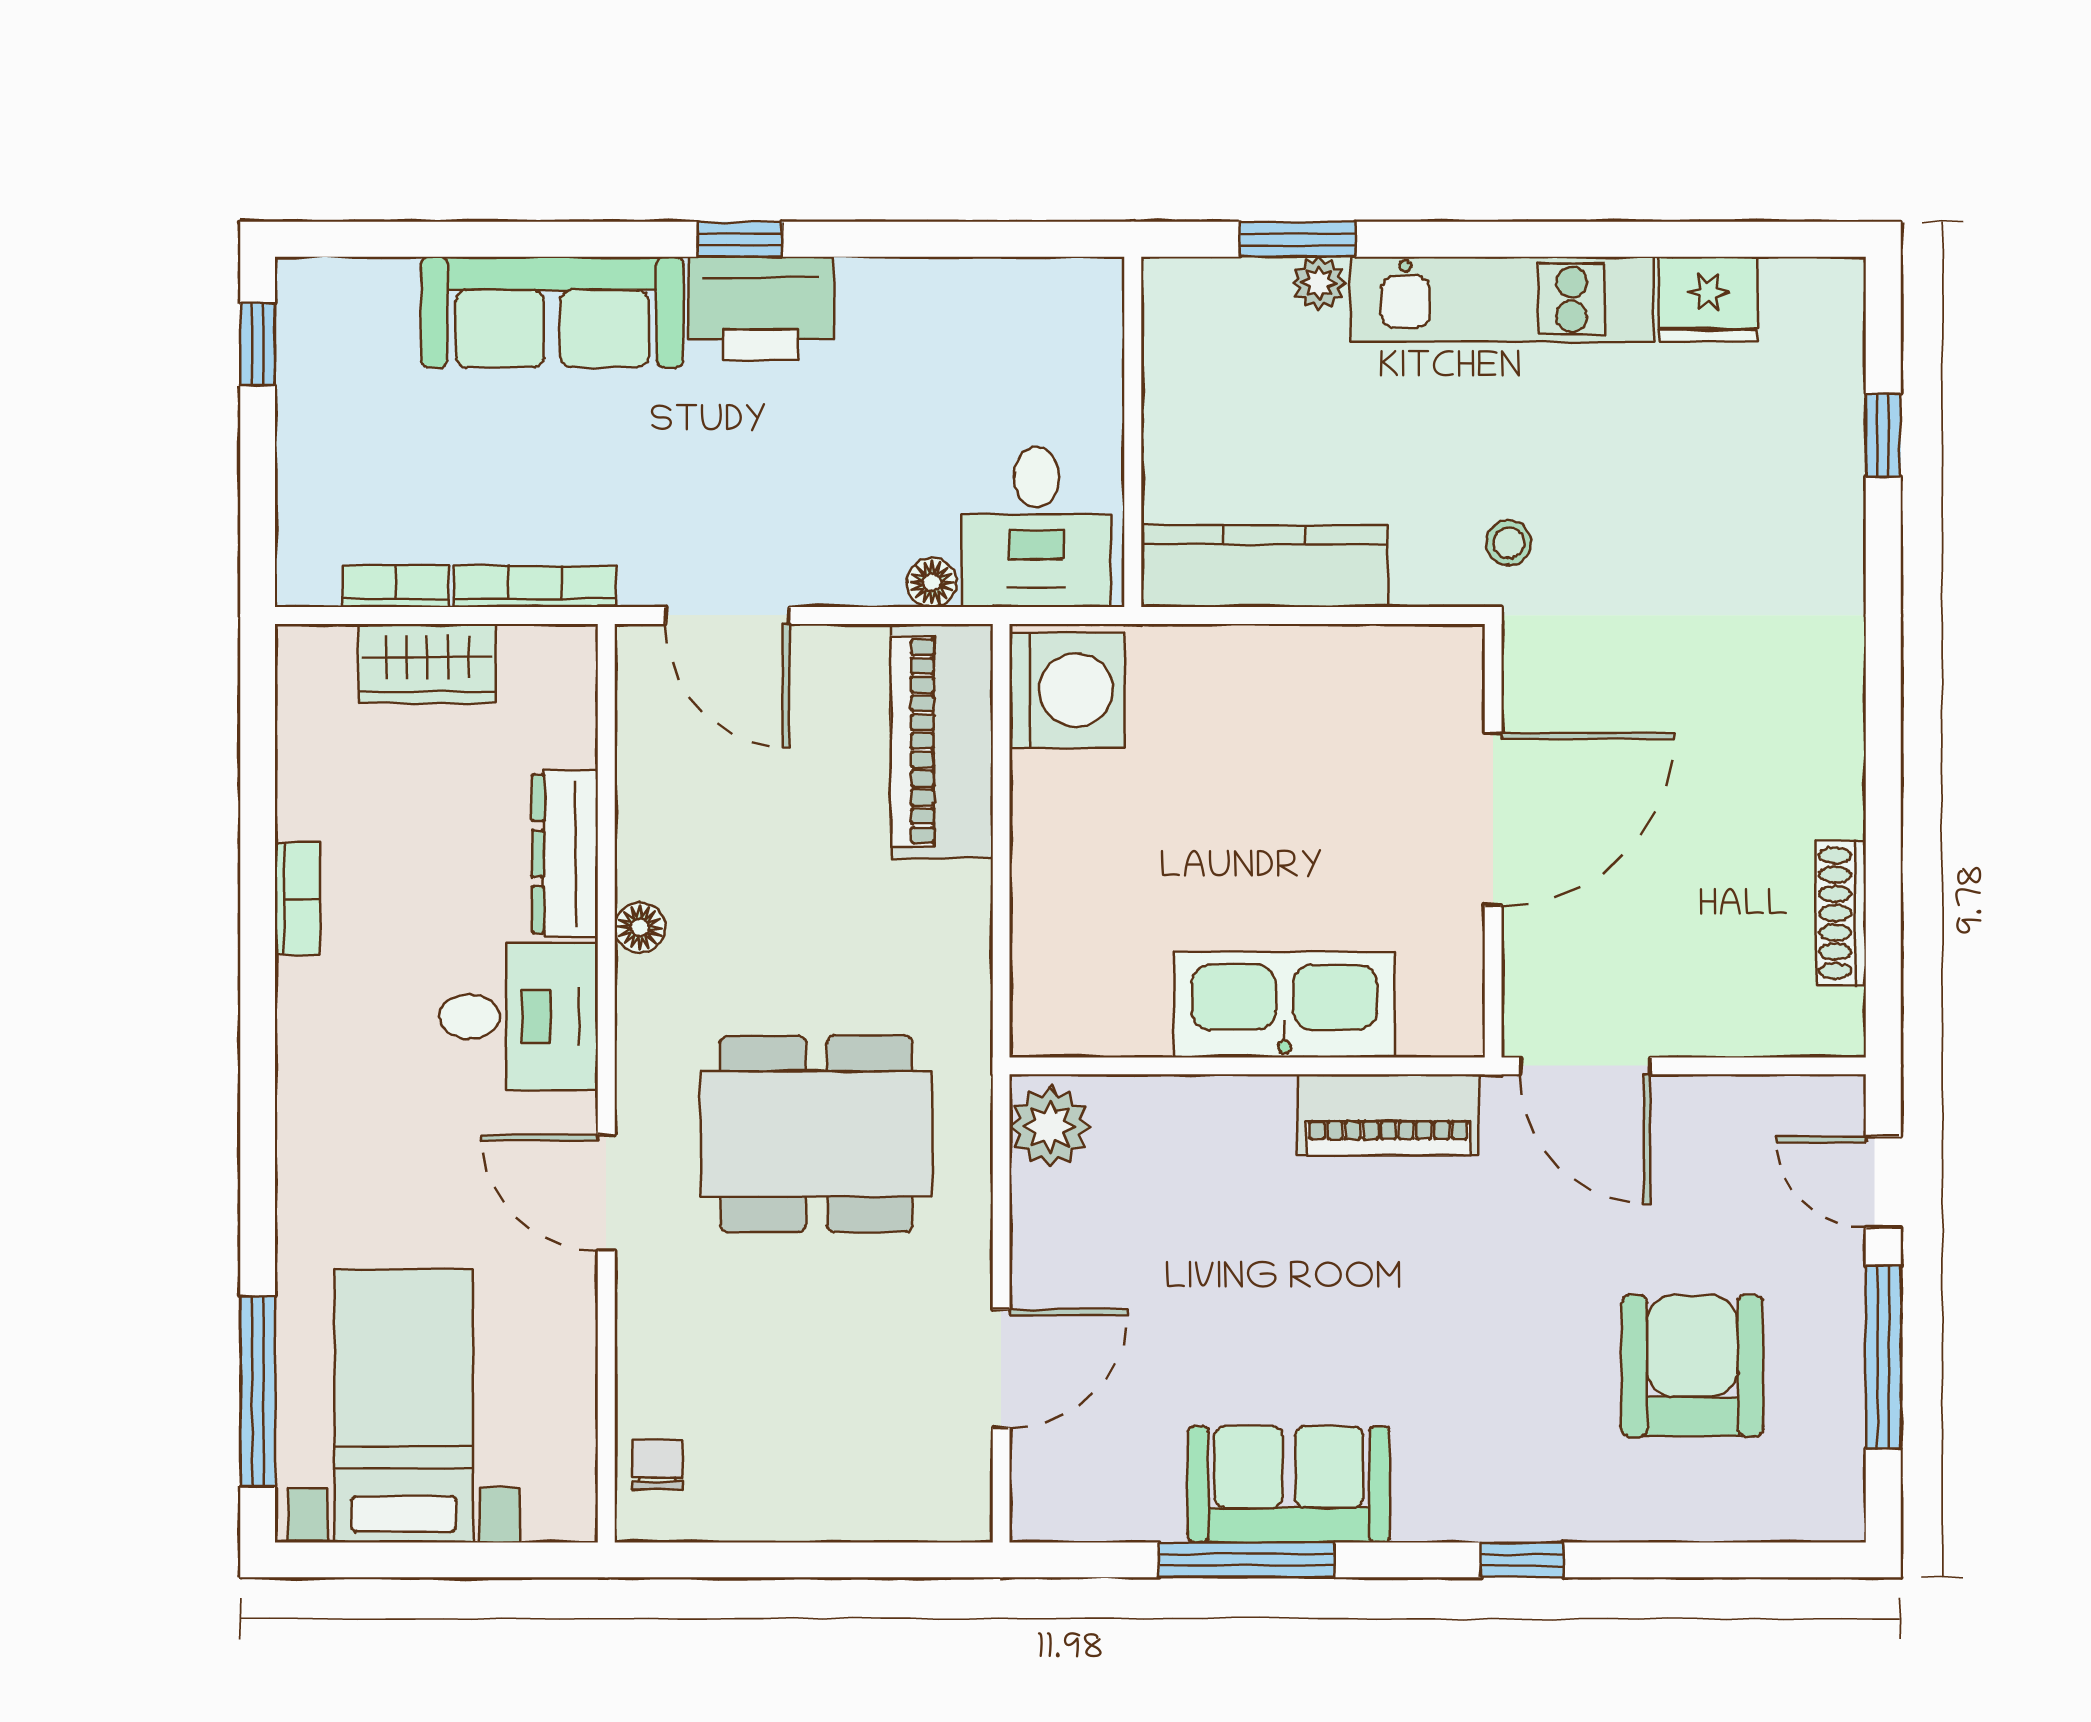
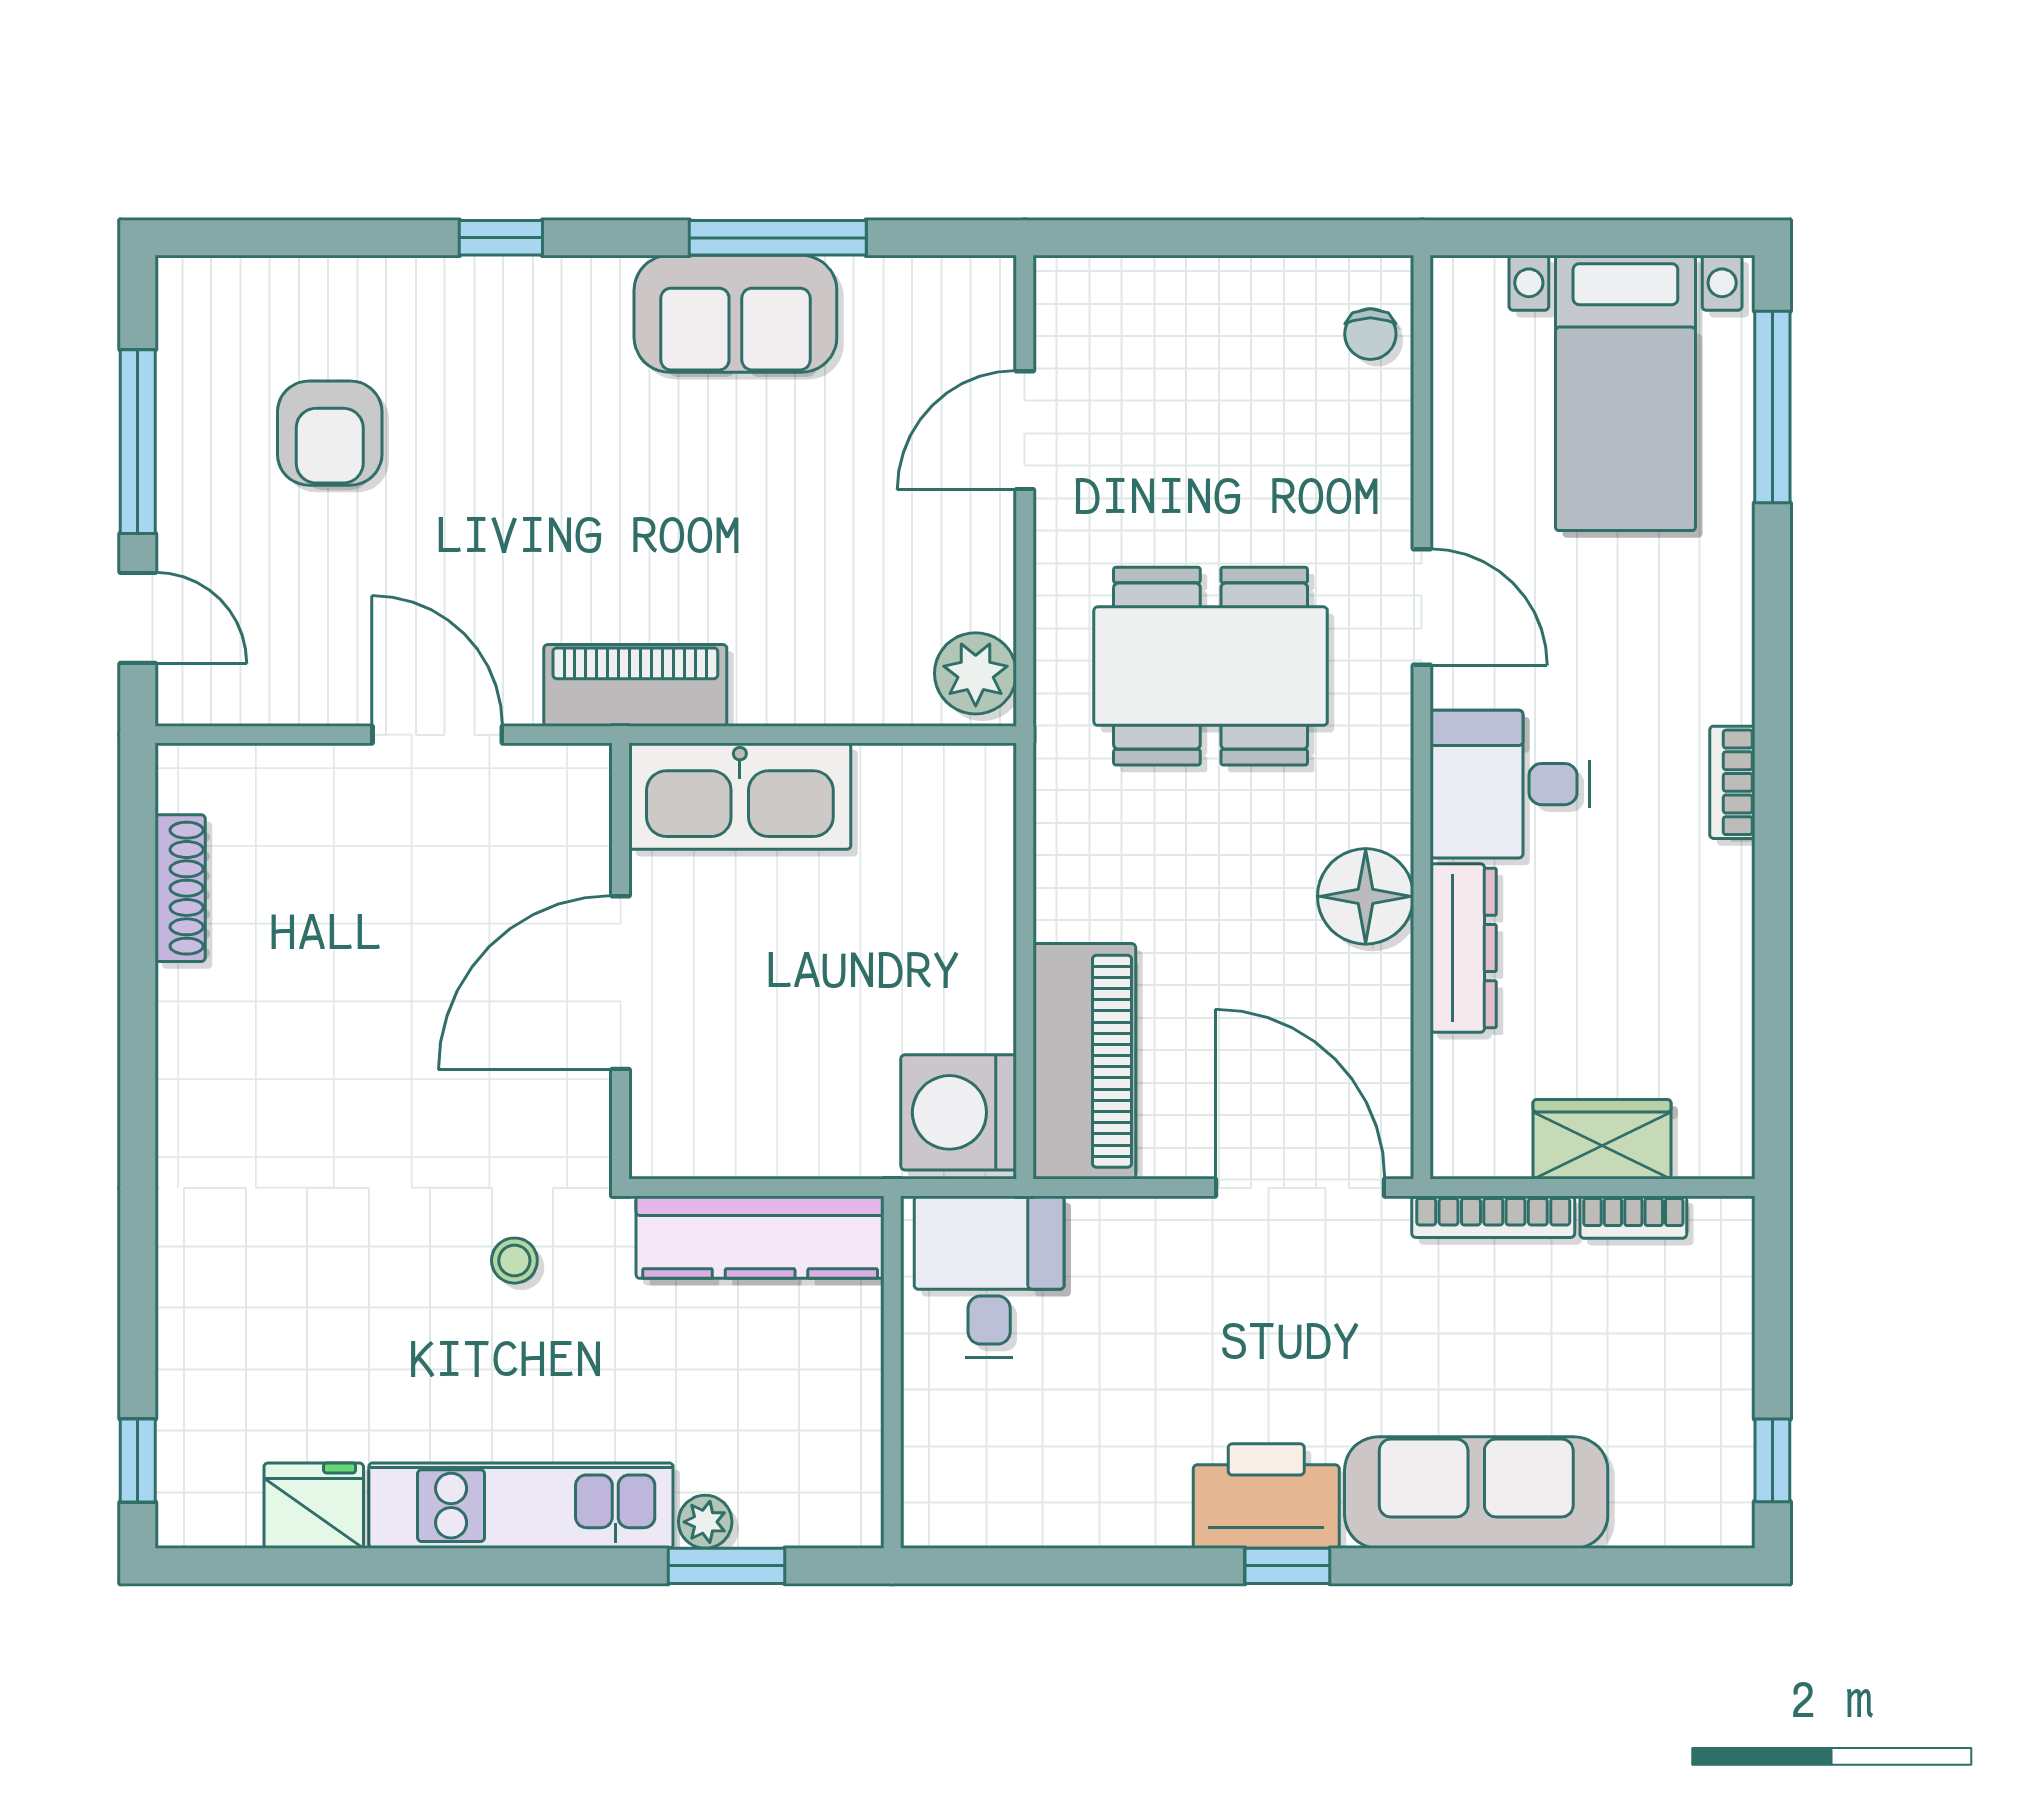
window: (1883, 435) -> (138, 1460), moved
floor lamp: (932, 582) -> (1094, 1221), removed
door: (727, 615) -> (1300, 1188), width x1.36
door: (1493, 819) -> (621, 983), moved
wall: (1493, 841) -> (621, 961), moved
bookcase: (297, 899) -> (1732, 782), moved
floor lamp: (640, 927) -> (1366, 896), width x1.89, depth x1.89
armchair: (1692, 1366) -> (330, 433), width x0.73, depth x0.73

